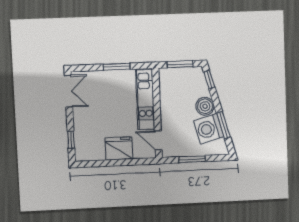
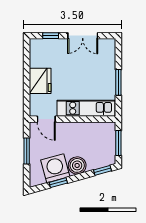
double door: (69, 91) -> (83, 36), moved
window: (223, 125) -> (58, 183), width x0.67
door: (158, 140) -> (46, 119), swing flipped

